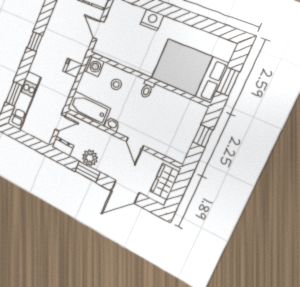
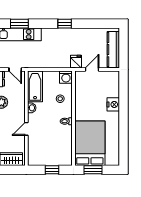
fridge: (72, 68) -> (76, 62), moved

